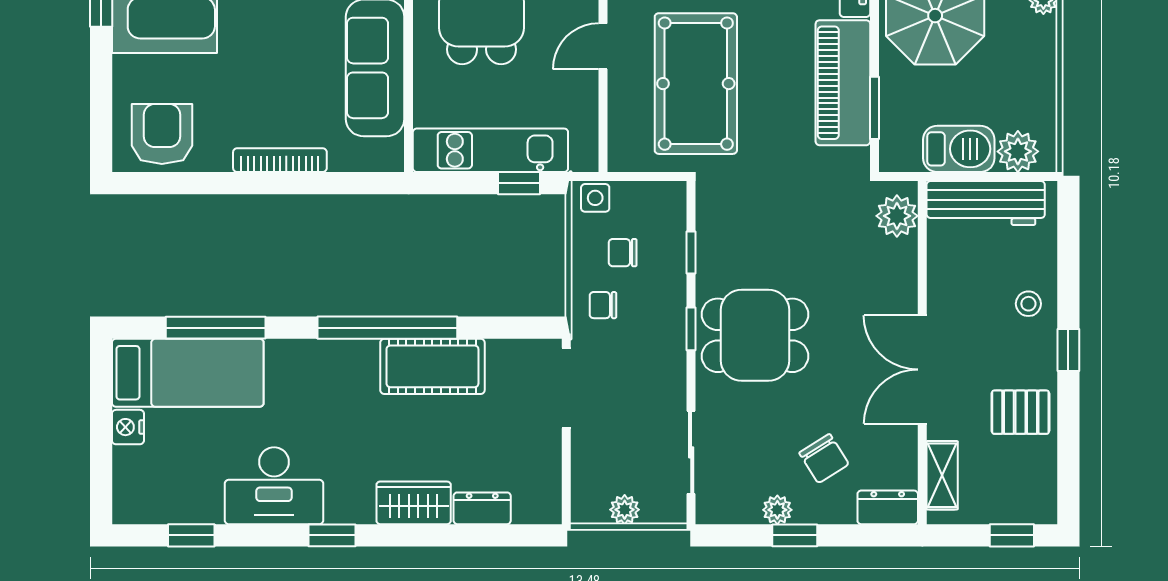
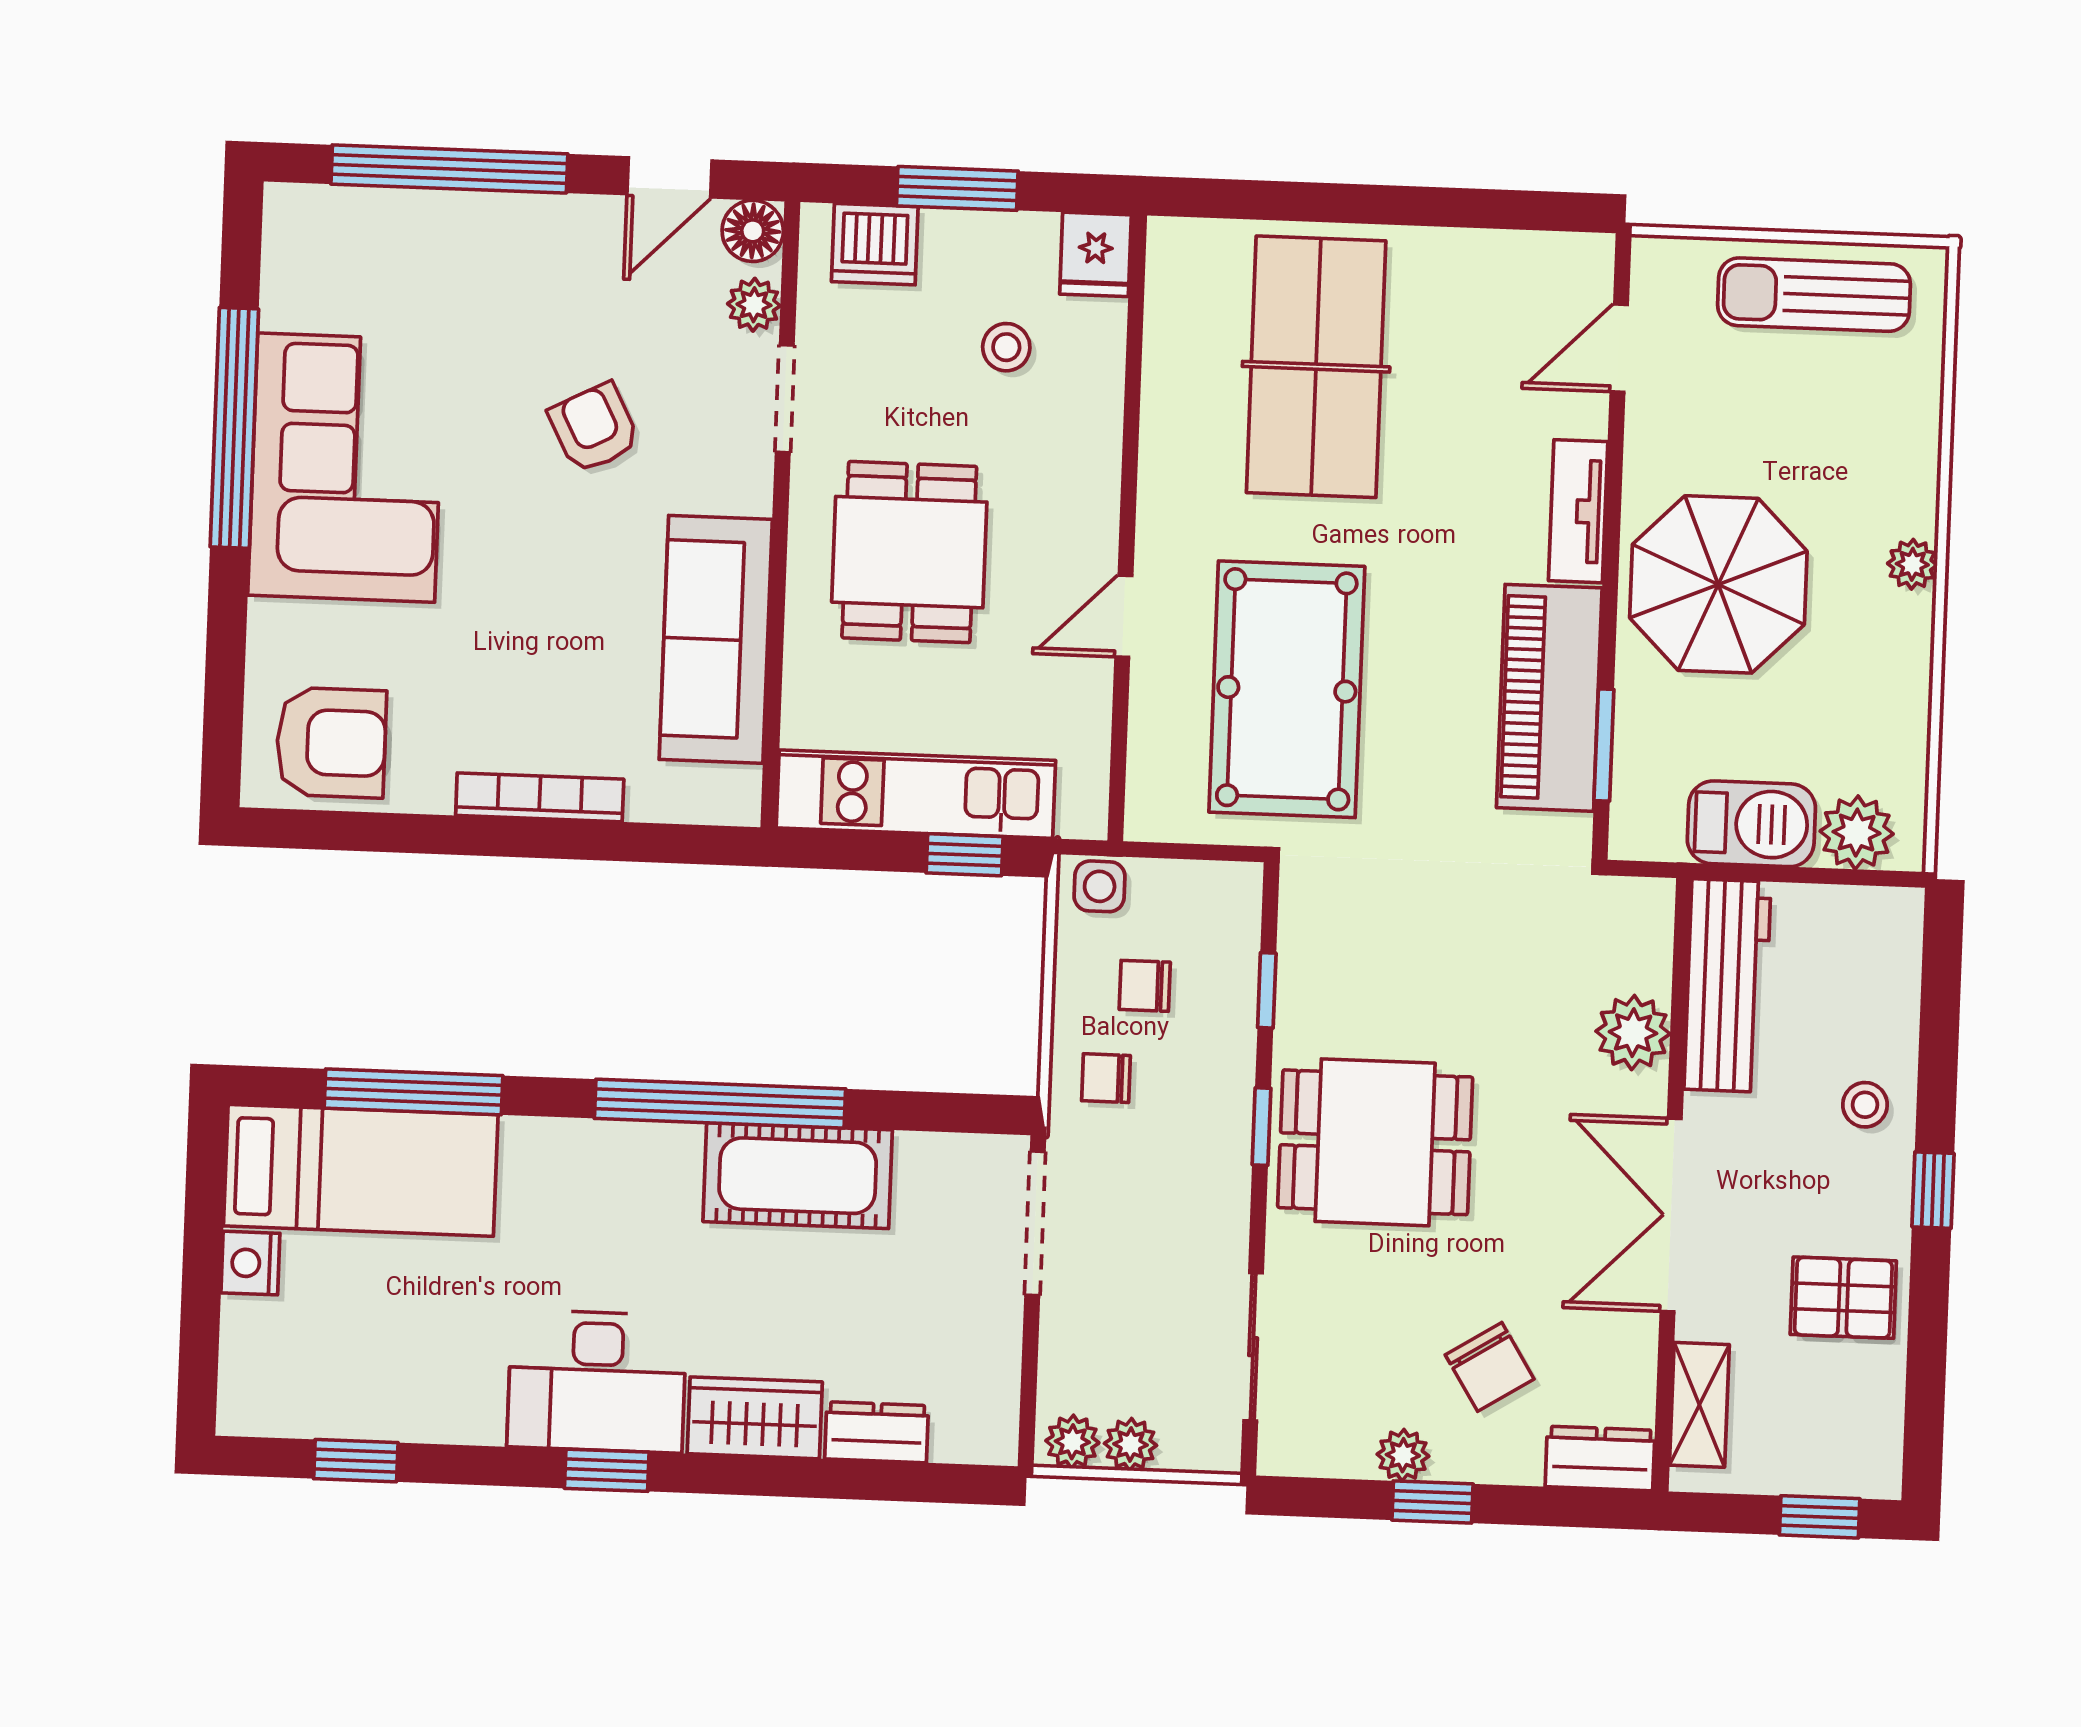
armchair: (162, 134) -> (331, 743), turned 90
workbench: (986, 203) -> (1727, 985), moved, turned -90
plant: (897, 216) -> (1633, 1033), moved
desk: (274, 486) -> (597, 1381), moved
plant: (592, 509) -> (1072, 1442), added

